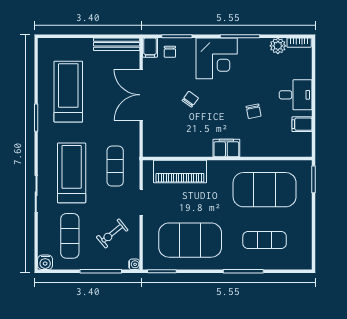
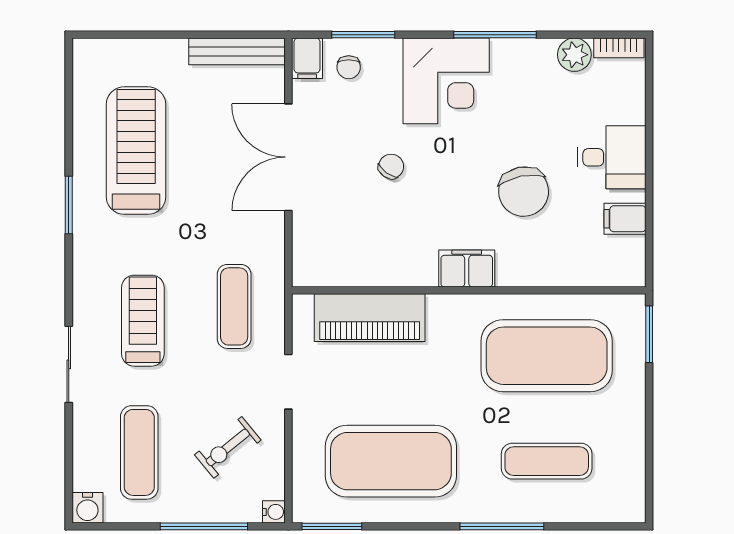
chair: (254, 111) -> (524, 192), width x1.87, depth x1.87
treadmill: (72, 173) -> (143, 321), width x0.73, depth x0.73

